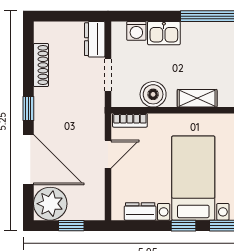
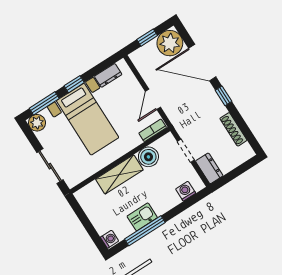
kitchen sink: (164, 33) -> (142, 217), moved
shelving: (197, 98) -> (119, 174), width x1.50, depth x1.33

